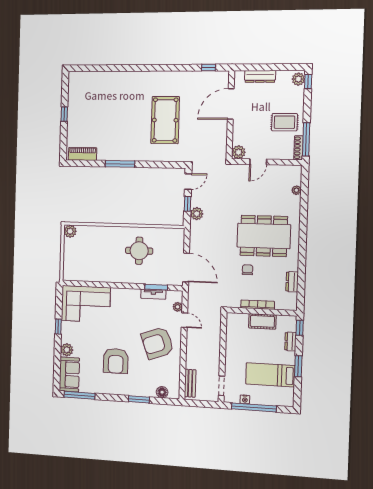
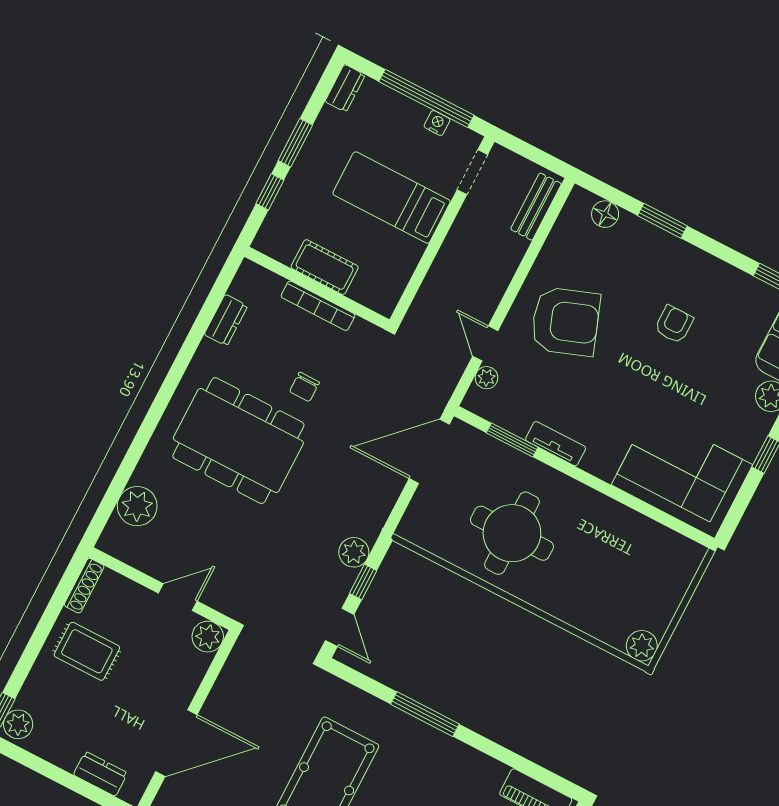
dresser: (260, 76) -> (100, 774), width x0.70
window: (306, 139) -> (61, 595), removed
window: (120, 164) -> (425, 714), moved
door: (188, 182) -> (340, 627), swing flipped
plant: (296, 190) -> (137, 506), width x1.88, depth x1.88
round table: (139, 251) -> (512, 533), width x1.36, depth x1.36
door: (186, 267) -> (429, 451), hinge flipped
tv unit: (153, 294) -> (556, 444), moved
window: (300, 328) -> (270, 192), moved
dresser: (291, 341) -> (345, 88), moved
armchair: (116, 361) -> (674, 324), width x0.53, depth x0.53
bed: (270, 375) -> (392, 197), moved, turned 180

